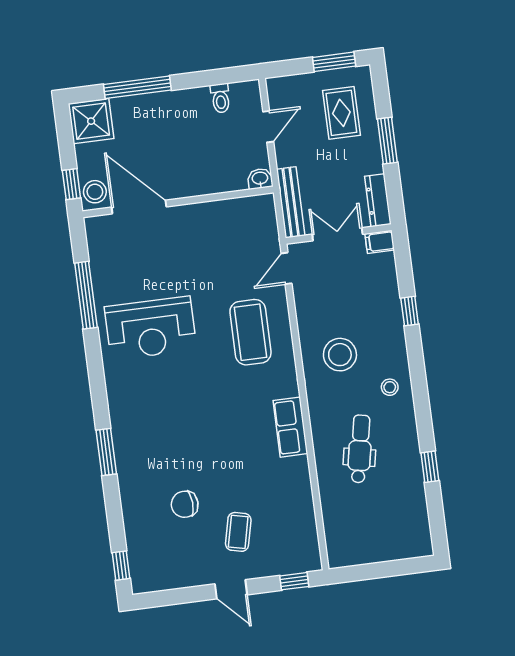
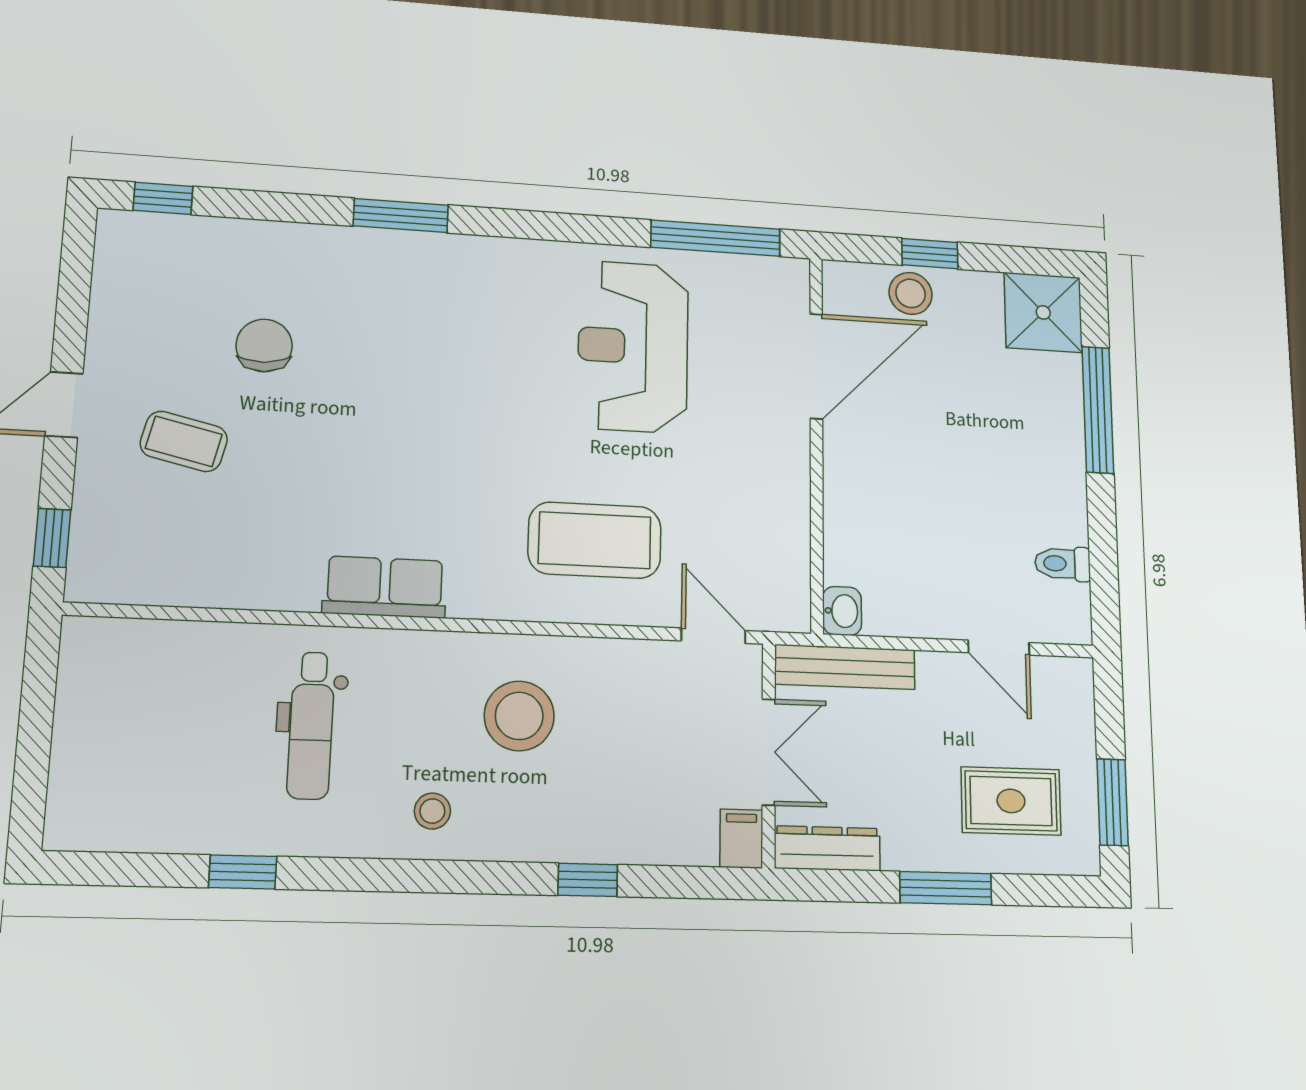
washbasin: (260, 179) -> (842, 611), moved
wall: (178, 202) -> (817, 442), moved
door: (139, 207) -> (816, 366), moved
dental chair: (360, 449) -> (311, 725), turned 79

